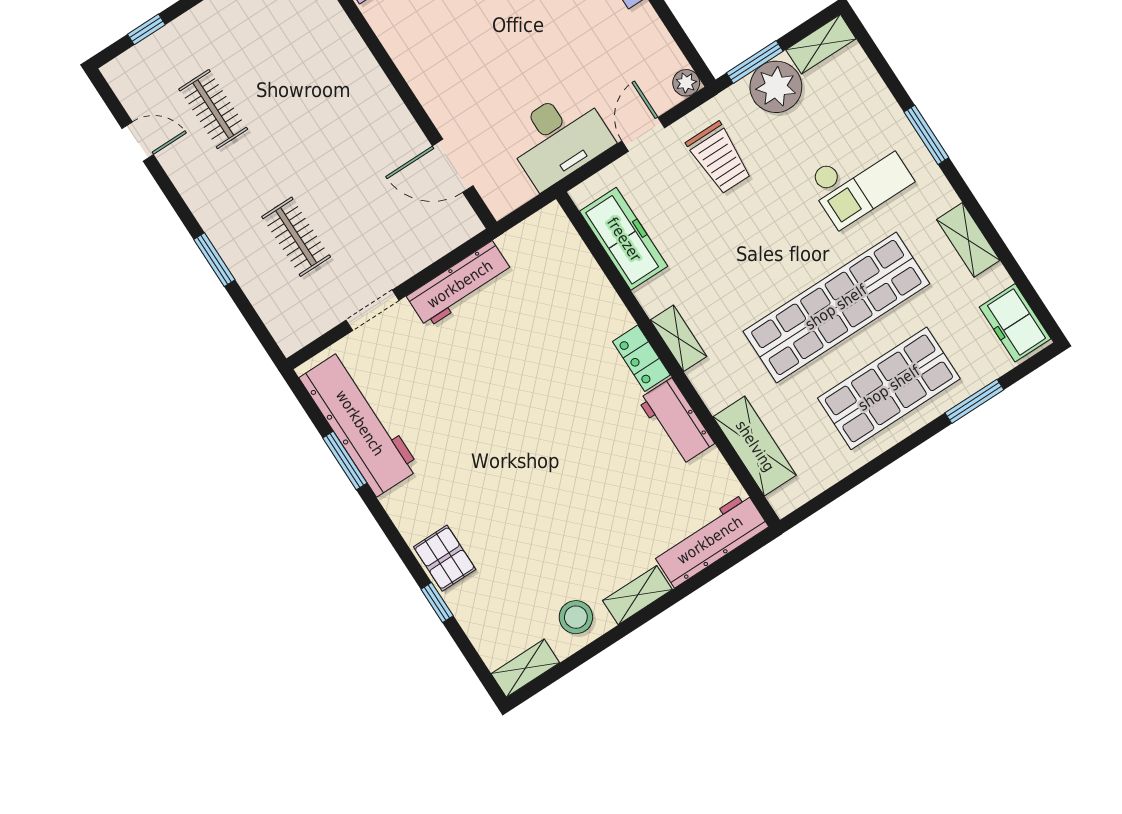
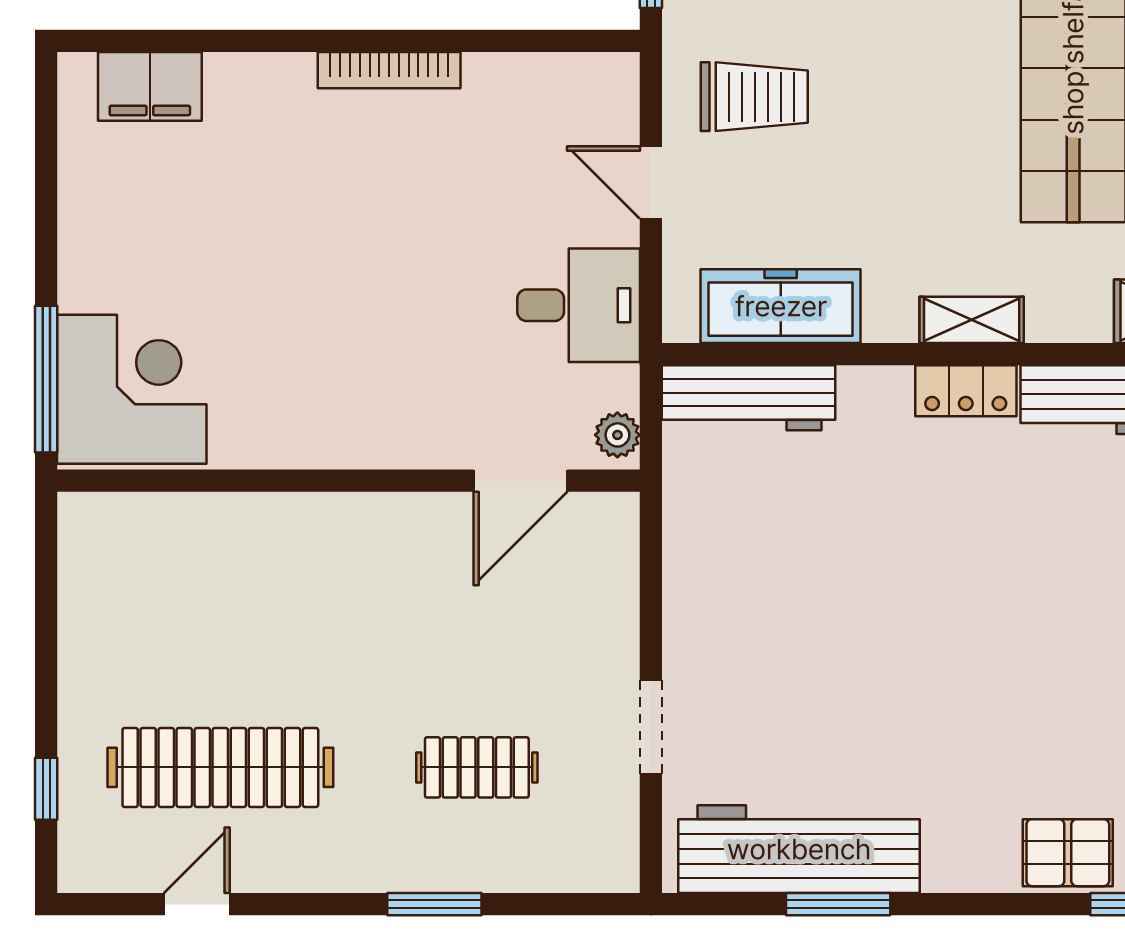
plant: (686, 83) -> (617, 435), moved
clothes rail: (213, 109) -> (220, 767), width x1.86, depth x1.31
desk: (559, 138) -> (579, 305), width x0.73
workbench: (460, 284) -> (749, 398), moved, turned 90

